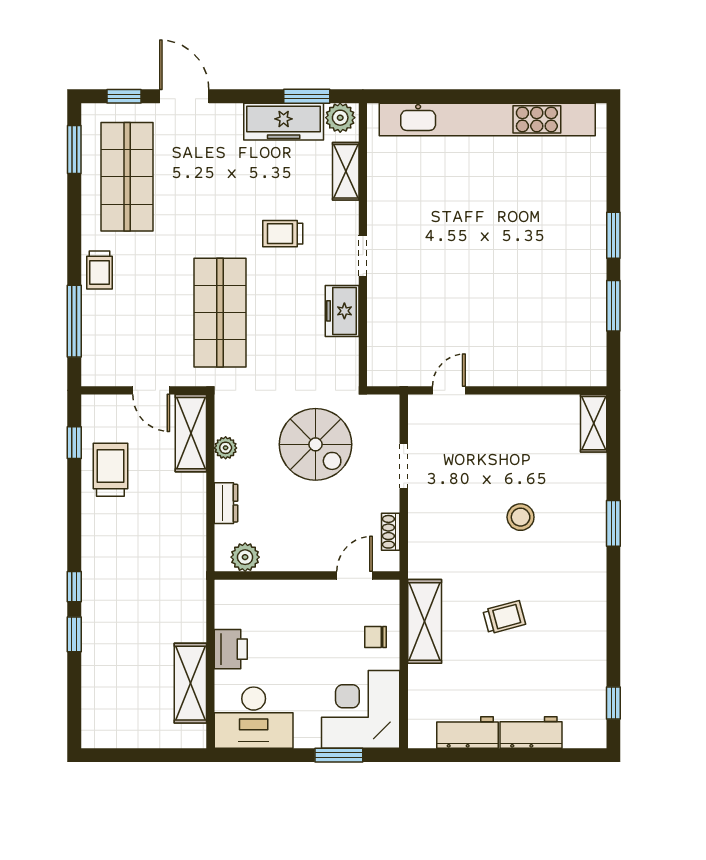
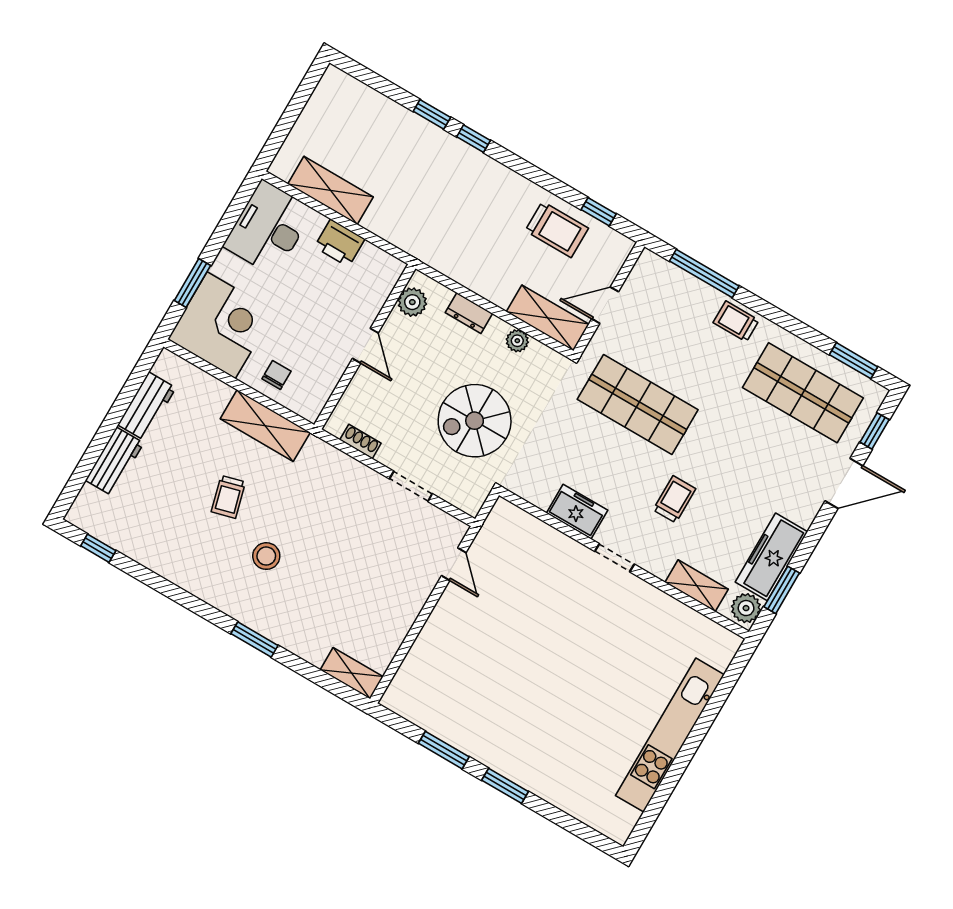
kitchen unit: (487, 119) -> (670, 735), width x0.73
stool: (521, 517) -> (266, 556), moved
door: (355, 575) -> (365, 346), moved

